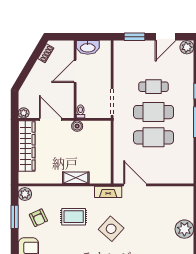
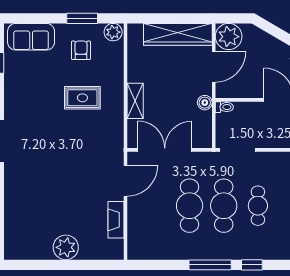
plant: (24, 113) -> (229, 37), width x1.87, depth x1.87
double door: (112, 156) -> (165, 150), added
fireplace: (108, 192) -> (116, 220), moved
rug: (74, 217) -> (82, 98), turned 90
armchair: (38, 218) -> (81, 50), turned 115
side table: (111, 229) -> (66, 148), removed

